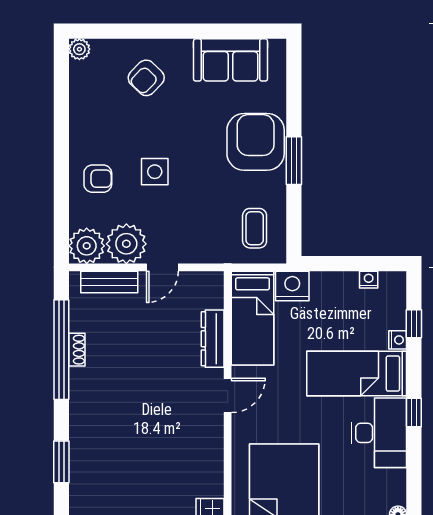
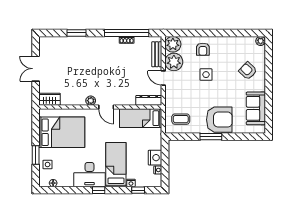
nightstand: (292, 286) -> (155, 158), moved
dresser: (213, 339) -> (149, 100), moved
plant: (213, 430) -> (91, 101), added

